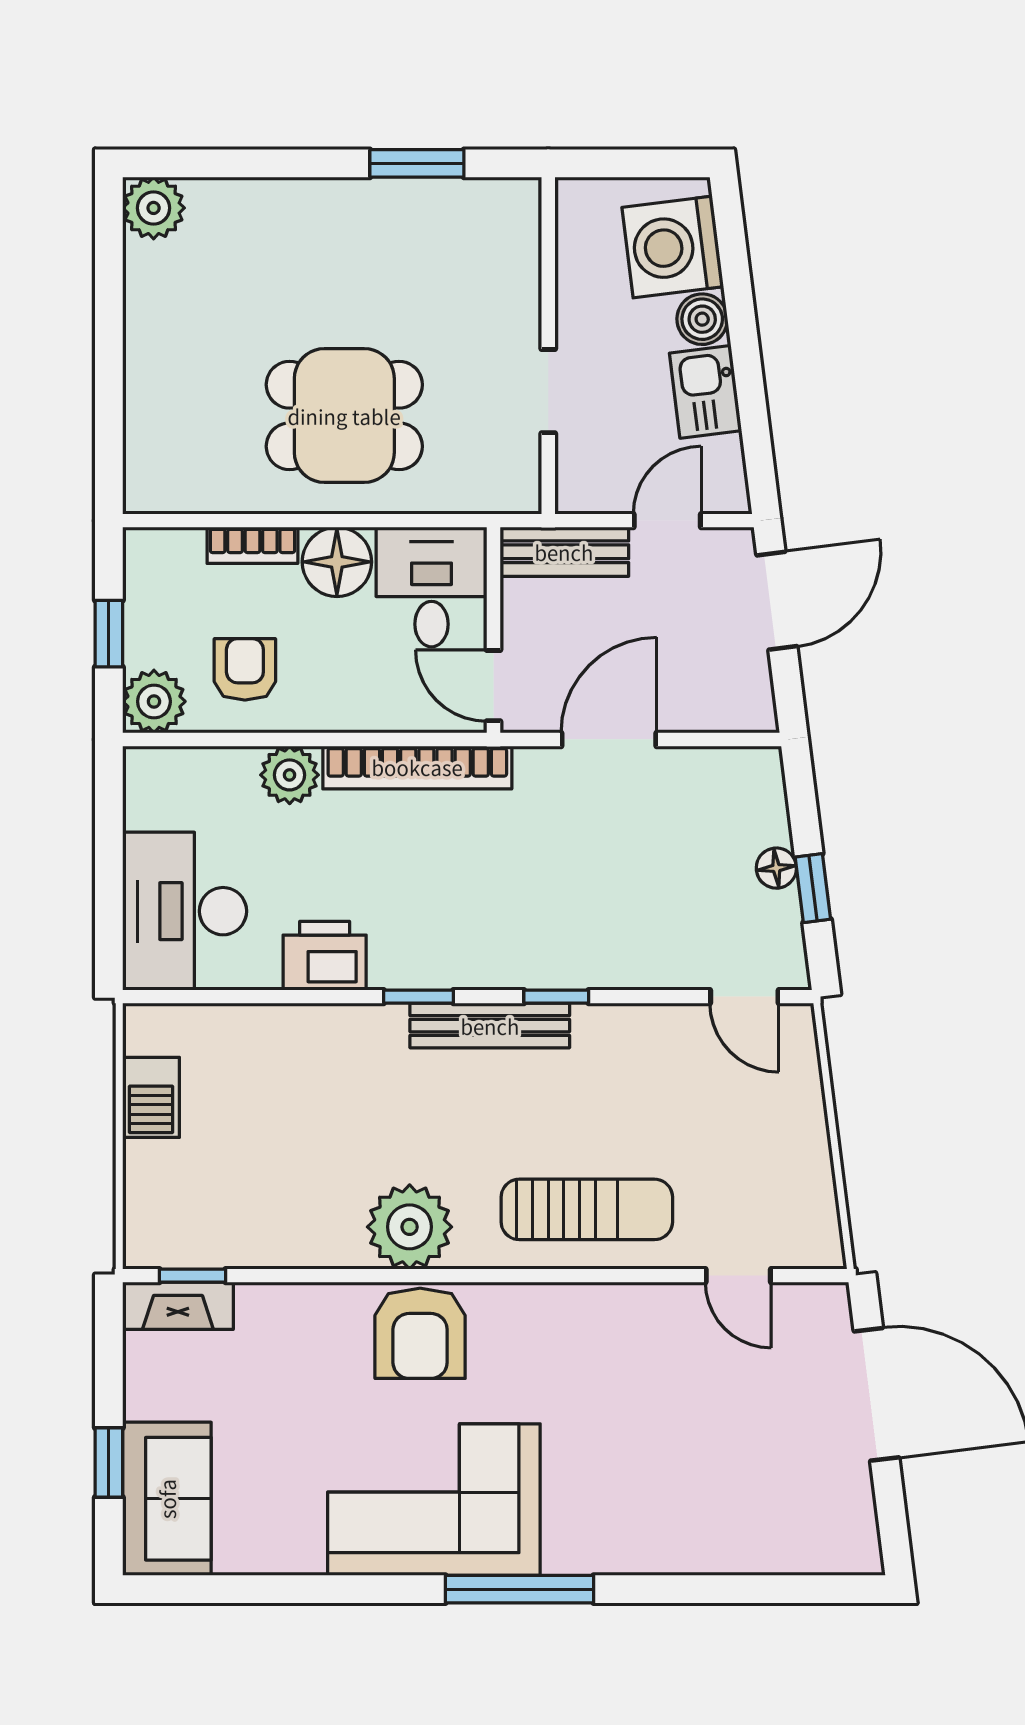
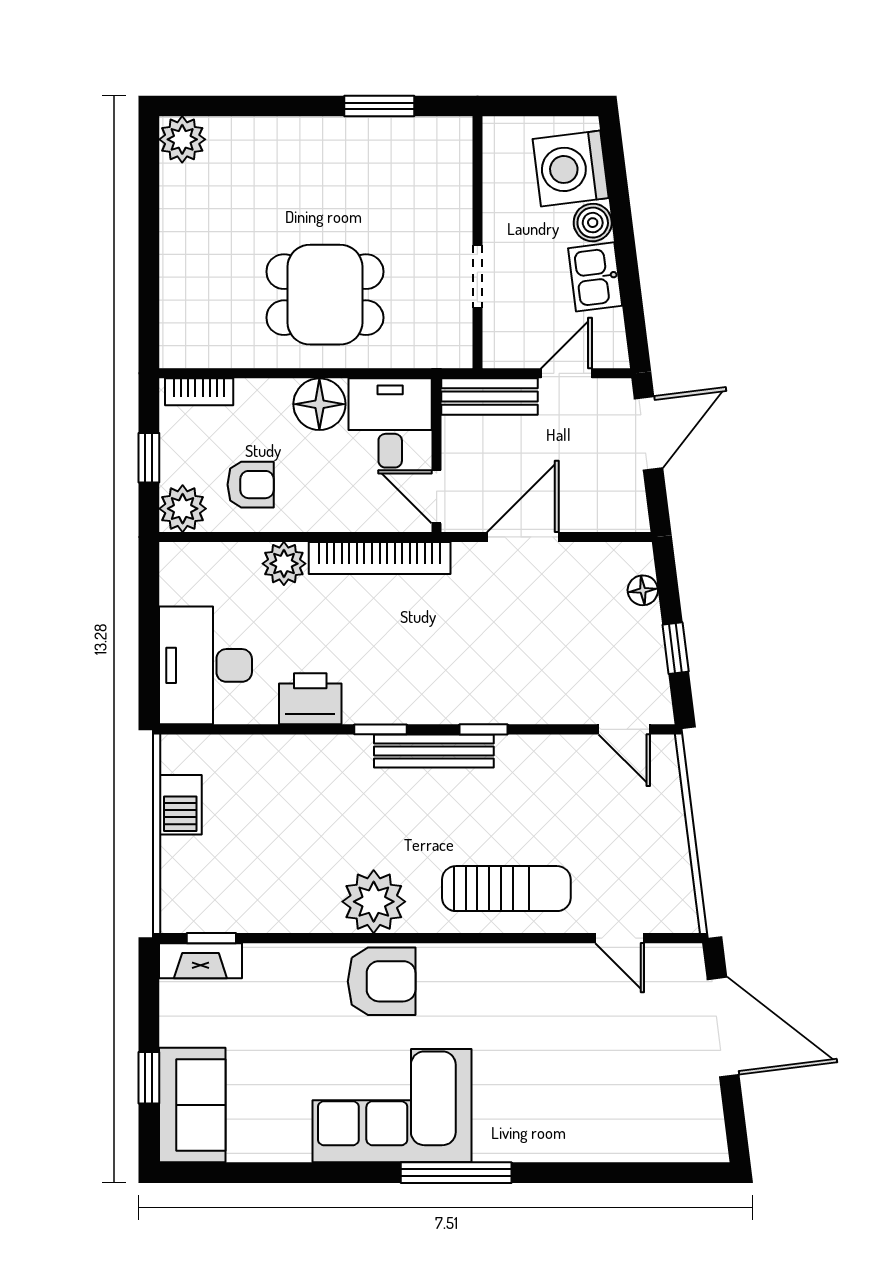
bookcase: (252, 545) -> (199, 392), moved
armchair: (245, 669) -> (251, 485), turned 90
floor lamp: (776, 868) -> (643, 590), moved
armchair: (420, 1333) -> (382, 981), turned -90

